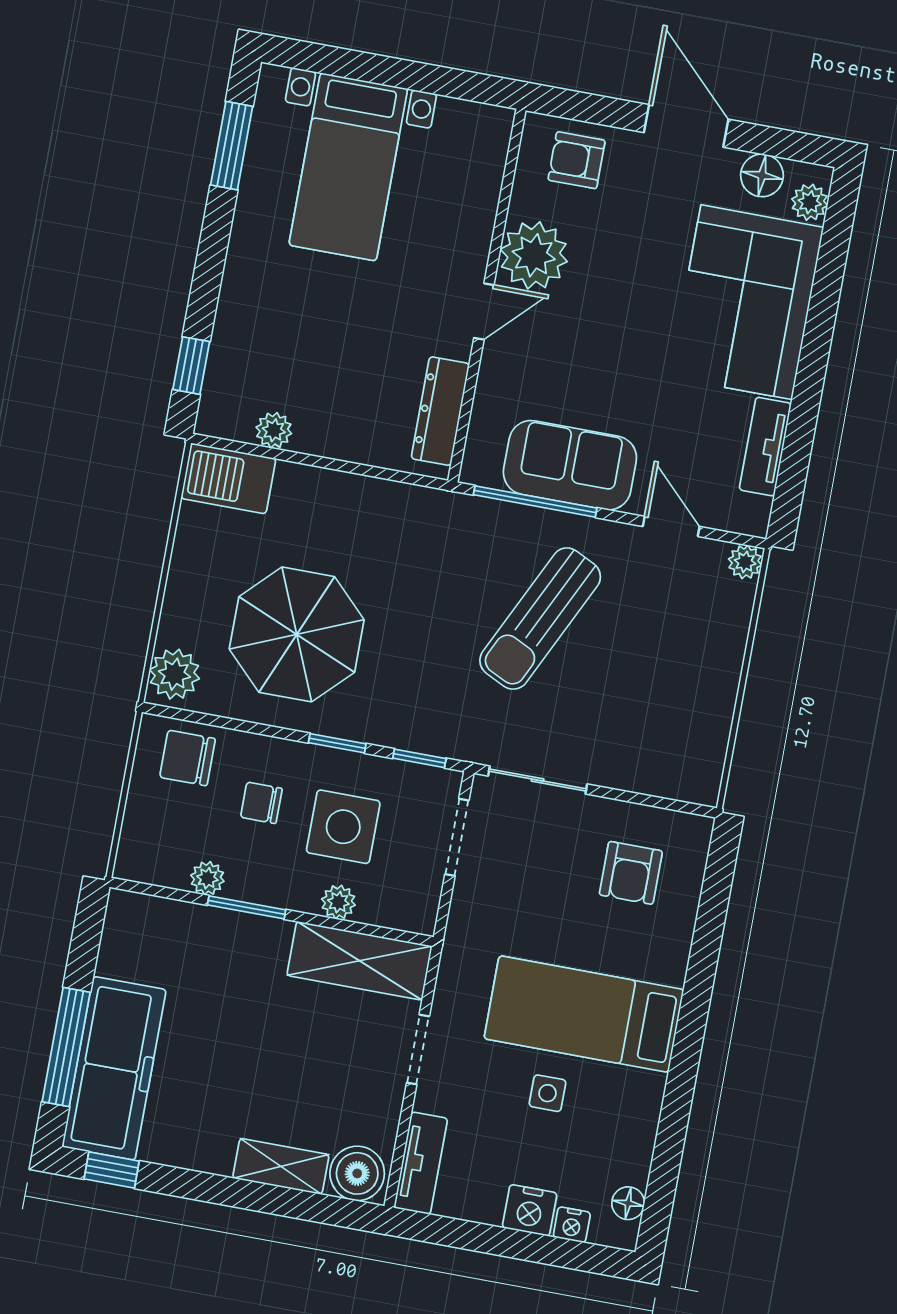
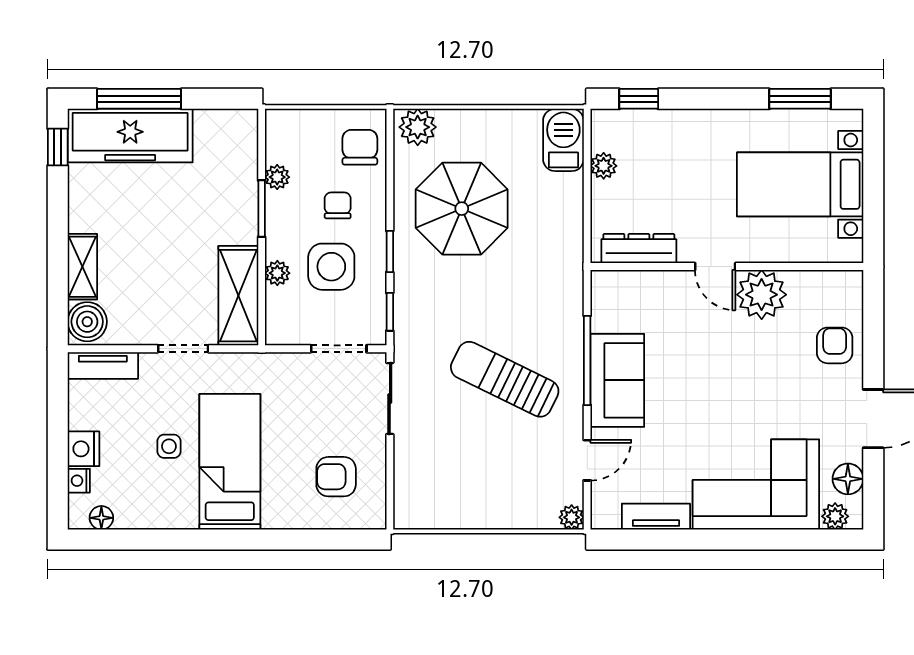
plant: (534, 255) -> (762, 295), moved
wall: (487, 296) -> (727, 267), moved
door: (484, 311) -> (715, 267), moved
dresser: (440, 411) -> (639, 249), moved

